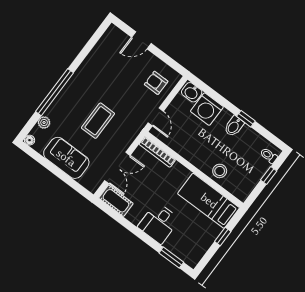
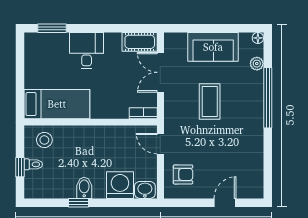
bookcase: (157, 152) -> (143, 113), width x0.64
toilet: (269, 156) -> (33, 164), moved
stool: (220, 171) -> (44, 140), moved
window: (223, 236) -> (20, 82), removed

